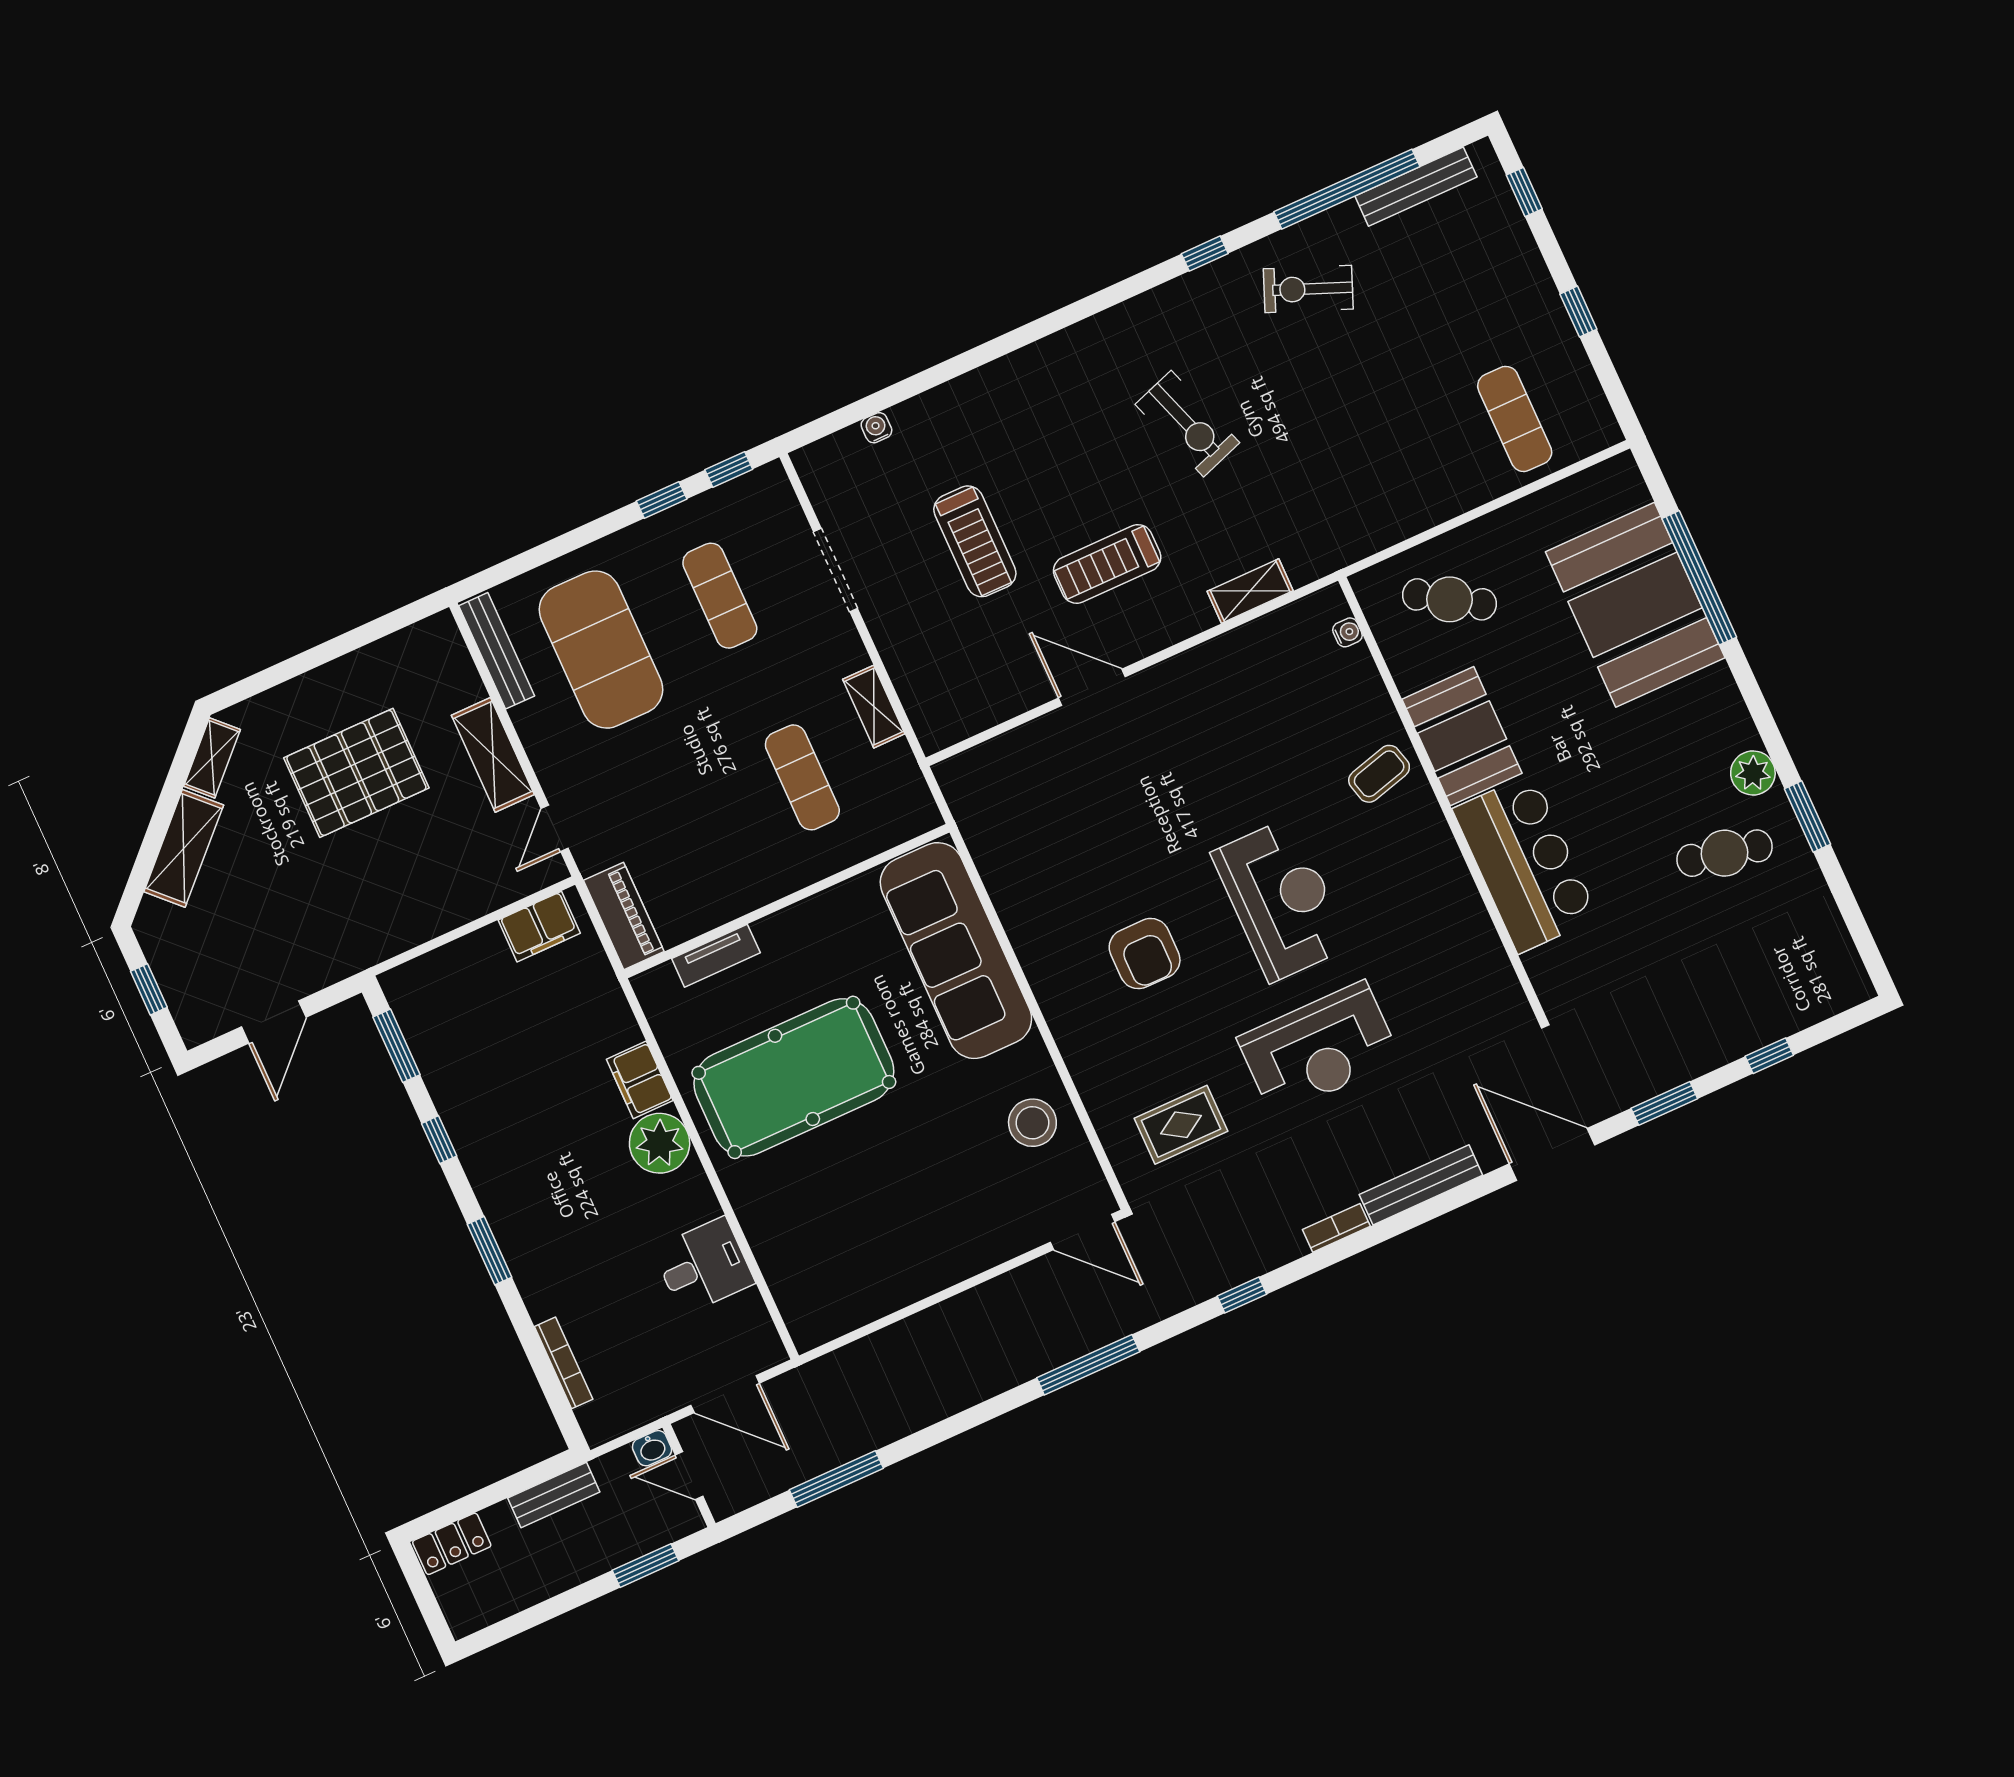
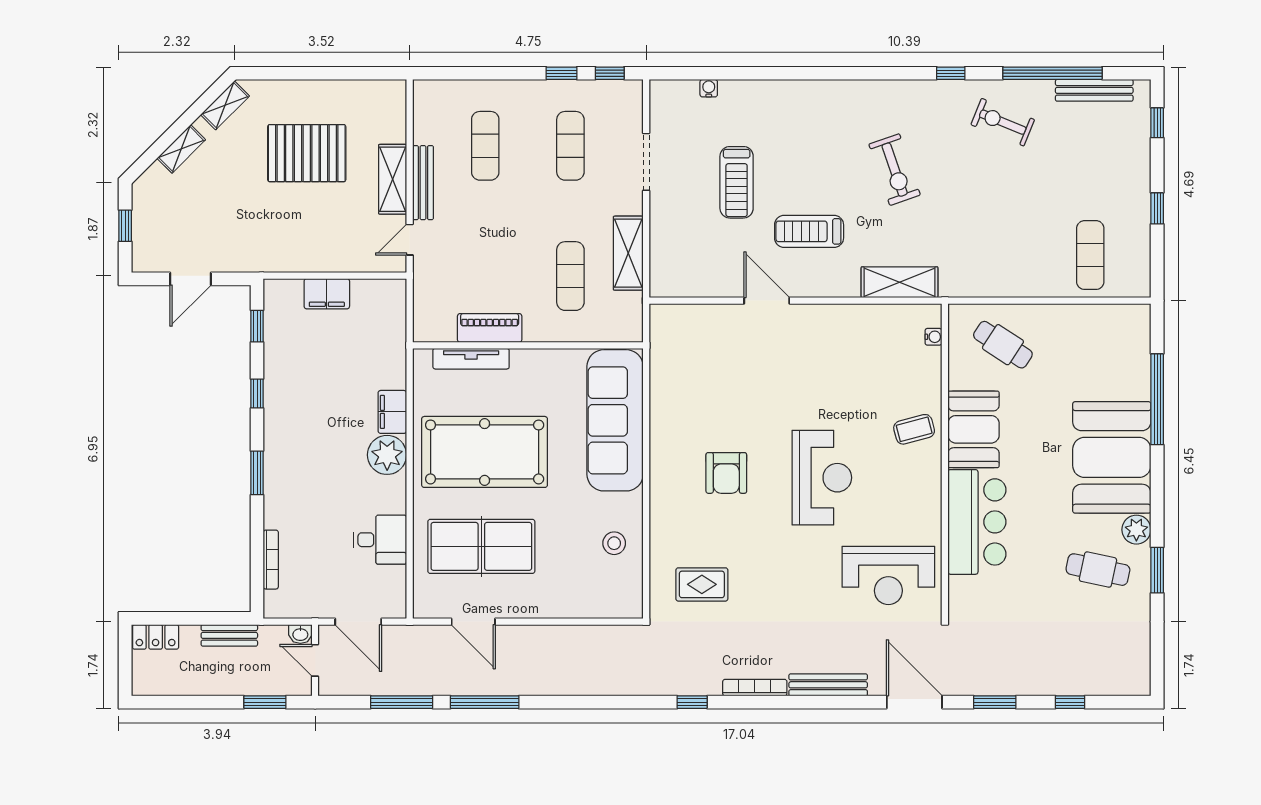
shelving: (1250, 591) -> (900, 282), width x1.50, depth x1.33
booth: (1635, 605) -> (1112, 457), moved
exercise mat: (601, 650) -> (485, 146), width x0.50, depth x0.69
bench: (497, 651) -> (423, 183), moved
shelving: (874, 707) -> (628, 253), width x1.50, depth x1.33
shelving: (184, 848) -> (181, 149), width x0.67, depth x0.75
piano: (624, 916) -> (490, 328), moved, turned -90
filing cabinet: (539, 927) -> (327, 294), moved
tv unit: (716, 956) -> (471, 359), width x1.41
window: (397, 1046) -> (257, 326), width x0.67
reception desk: (1319, 1049) -> (888, 576), moved
stool: (1032, 1123) -> (614, 543), width x0.73, depth x0.73
table tennis table: (849, 1211) -> (481, 546), added
bookcase: (1336, 1228) -> (755, 688), width x1.56
door: (1082, 1232) -> (473, 622), moved
window: (1088, 1365) -> (485, 702), moved

